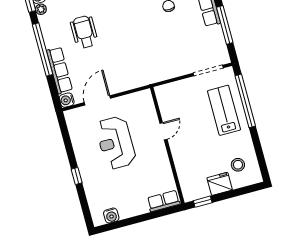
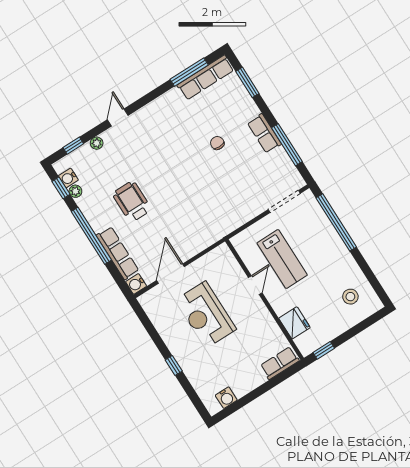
lab bench: (224, 110) -> (282, 259), moved, turned 180
fridge: (220, 184) -> (294, 323), moved, turned 90

